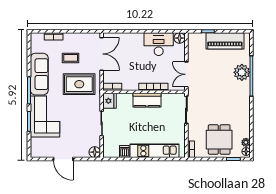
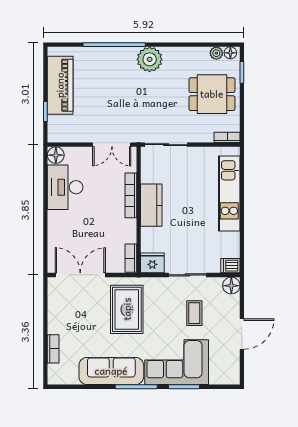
coffee table: (71, 58) -> (194, 313), moved
plant: (242, 72) -> (150, 59), moved
dishwasher: (124, 152) -> (230, 266), moved

